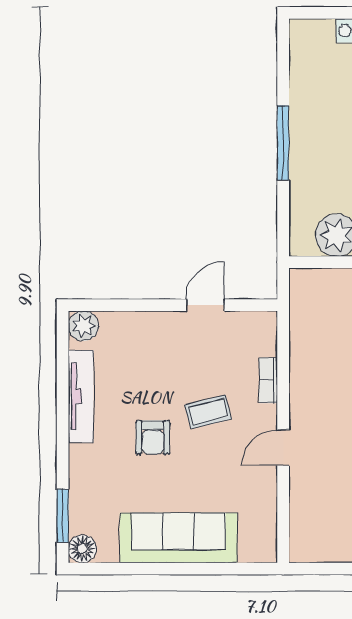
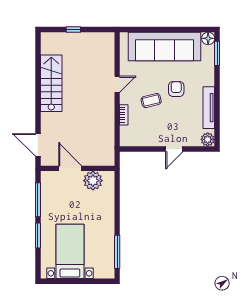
window: (283, 143) -> (117, 252), moved
door: (205, 305) -> (174, 149), moved
sofa: (178, 538) -> (165, 46), width x1.36, depth x1.27

